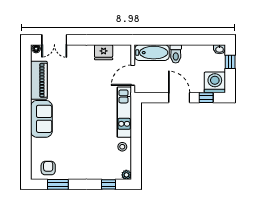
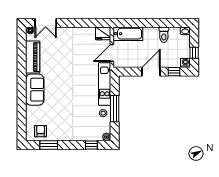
fridge: (104, 52) -> (103, 33), moved
toilet: (176, 54) -> (164, 35), moved
window: (230, 62) -> (194, 53), moved
washing machine: (215, 82) -> (185, 63), width x0.53, depth x0.53
door: (179, 98) -> (151, 72), hinge flipped
window: (136, 141) -> (115, 109), added

